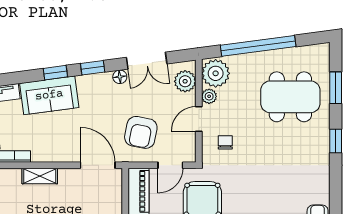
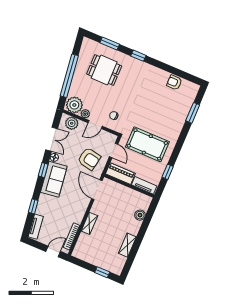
window: (55, 73) -> (33, 206), moved
sofa: (49, 95) -> (54, 179), moved
dining table: (290, 97) -> (104, 70), width x0.73
door: (199, 119) -> (95, 124), hinge flipped
door: (98, 165) -> (97, 190), hinge flipped

